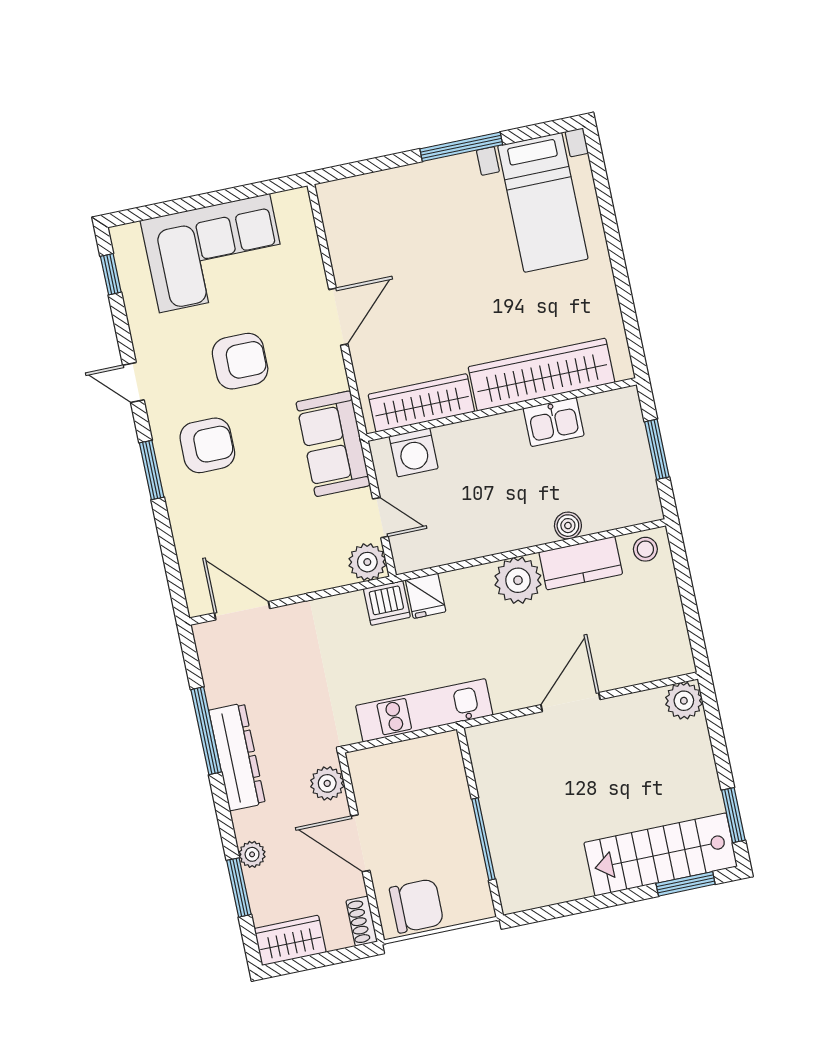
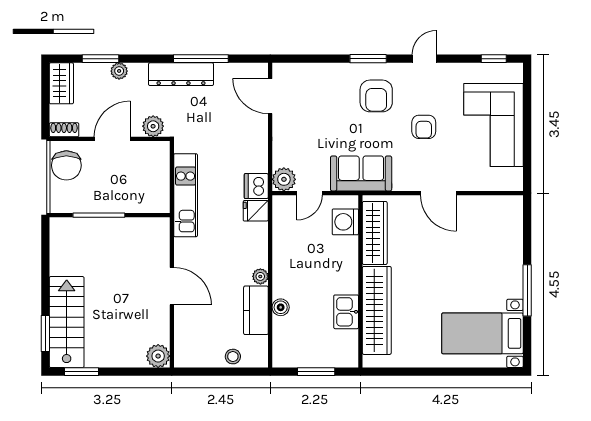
armchair: (240, 361) -> (424, 127), width x0.72, depth x0.72
stool: (645, 549) -> (233, 357), moved
plant: (518, 580) -> (260, 276), width x0.53, depth x0.53
door: (242, 611) -> (270, 96), swing flipped

